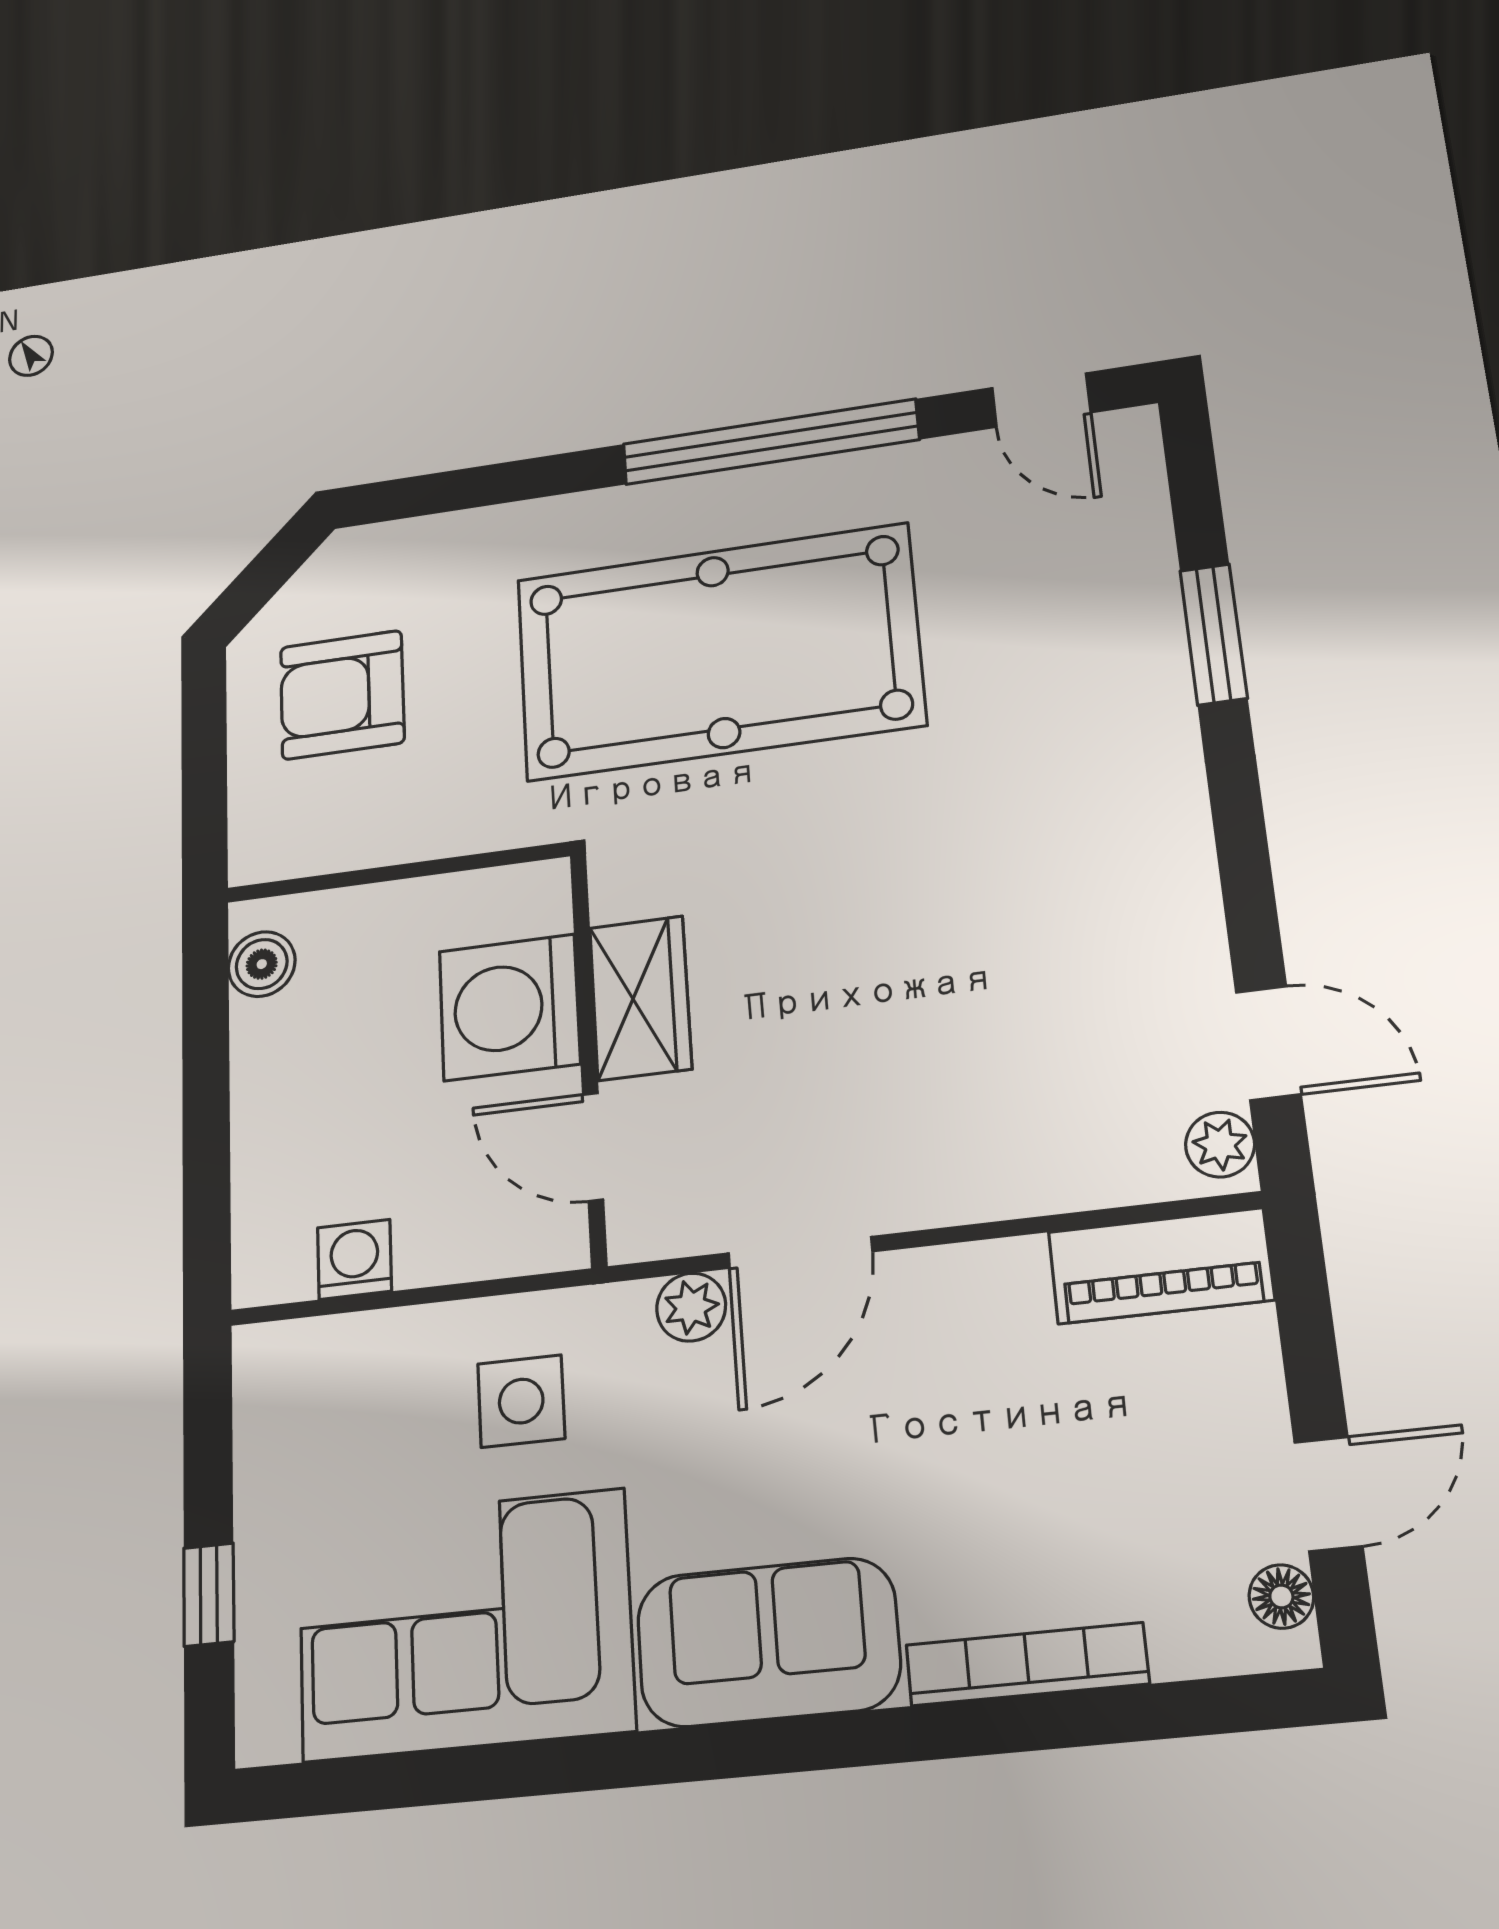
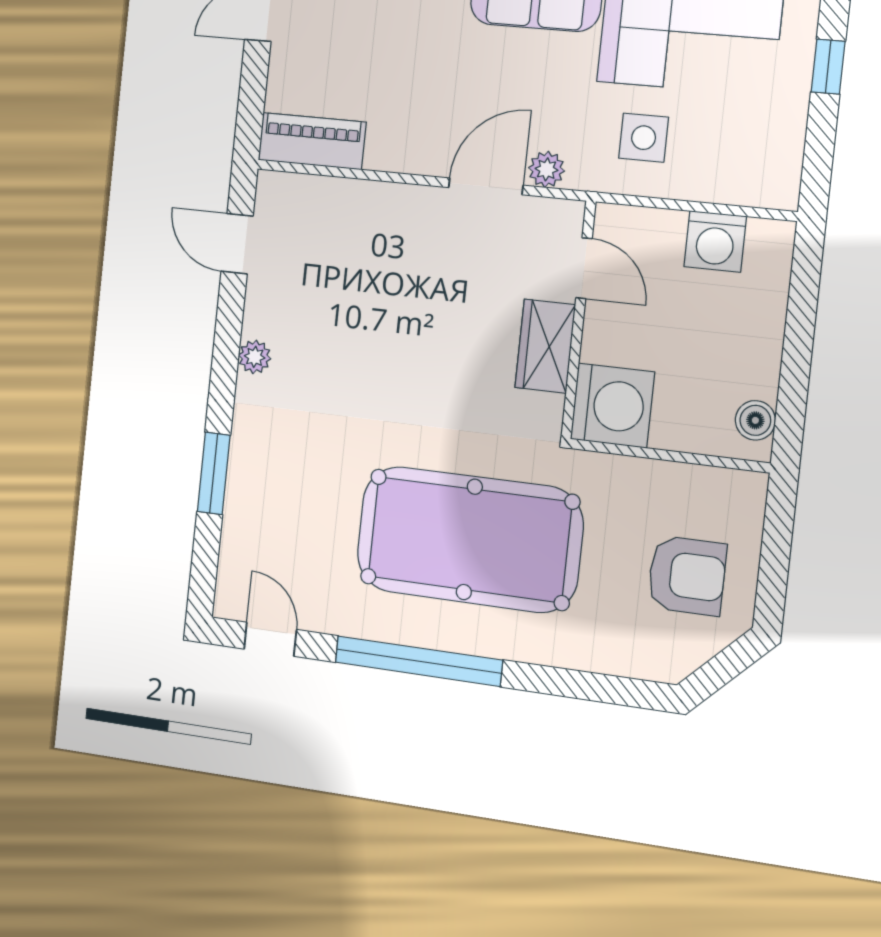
washing machine: (509, 1007) -> (612, 406), moved
plant: (1220, 1145) -> (255, 357), moved
washing machine: (354, 1259) -> (715, 241), width x1.38, depth x1.38

